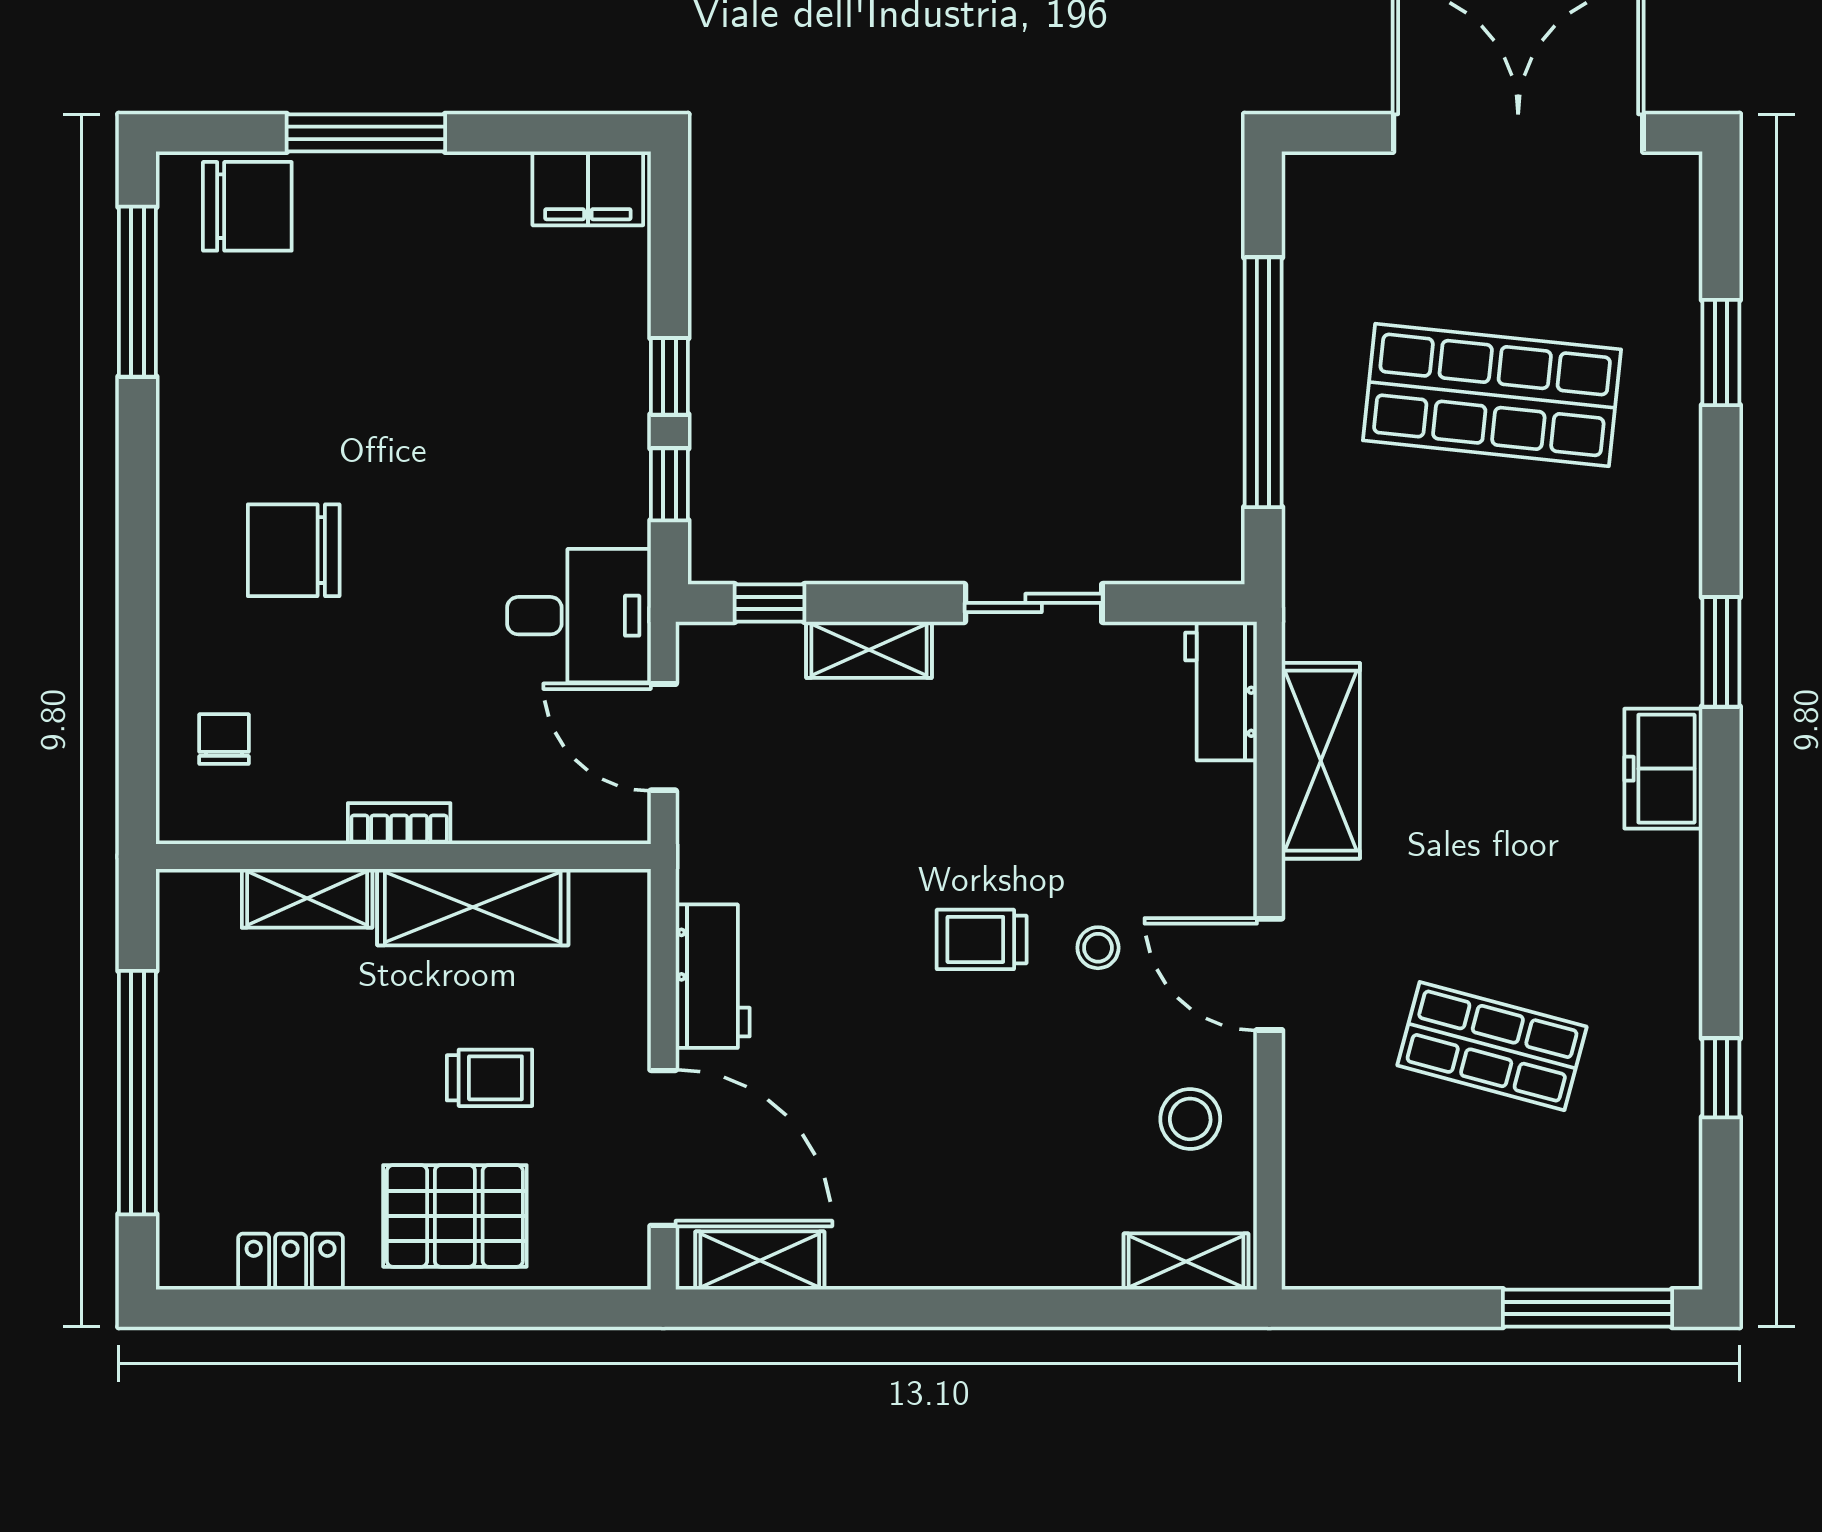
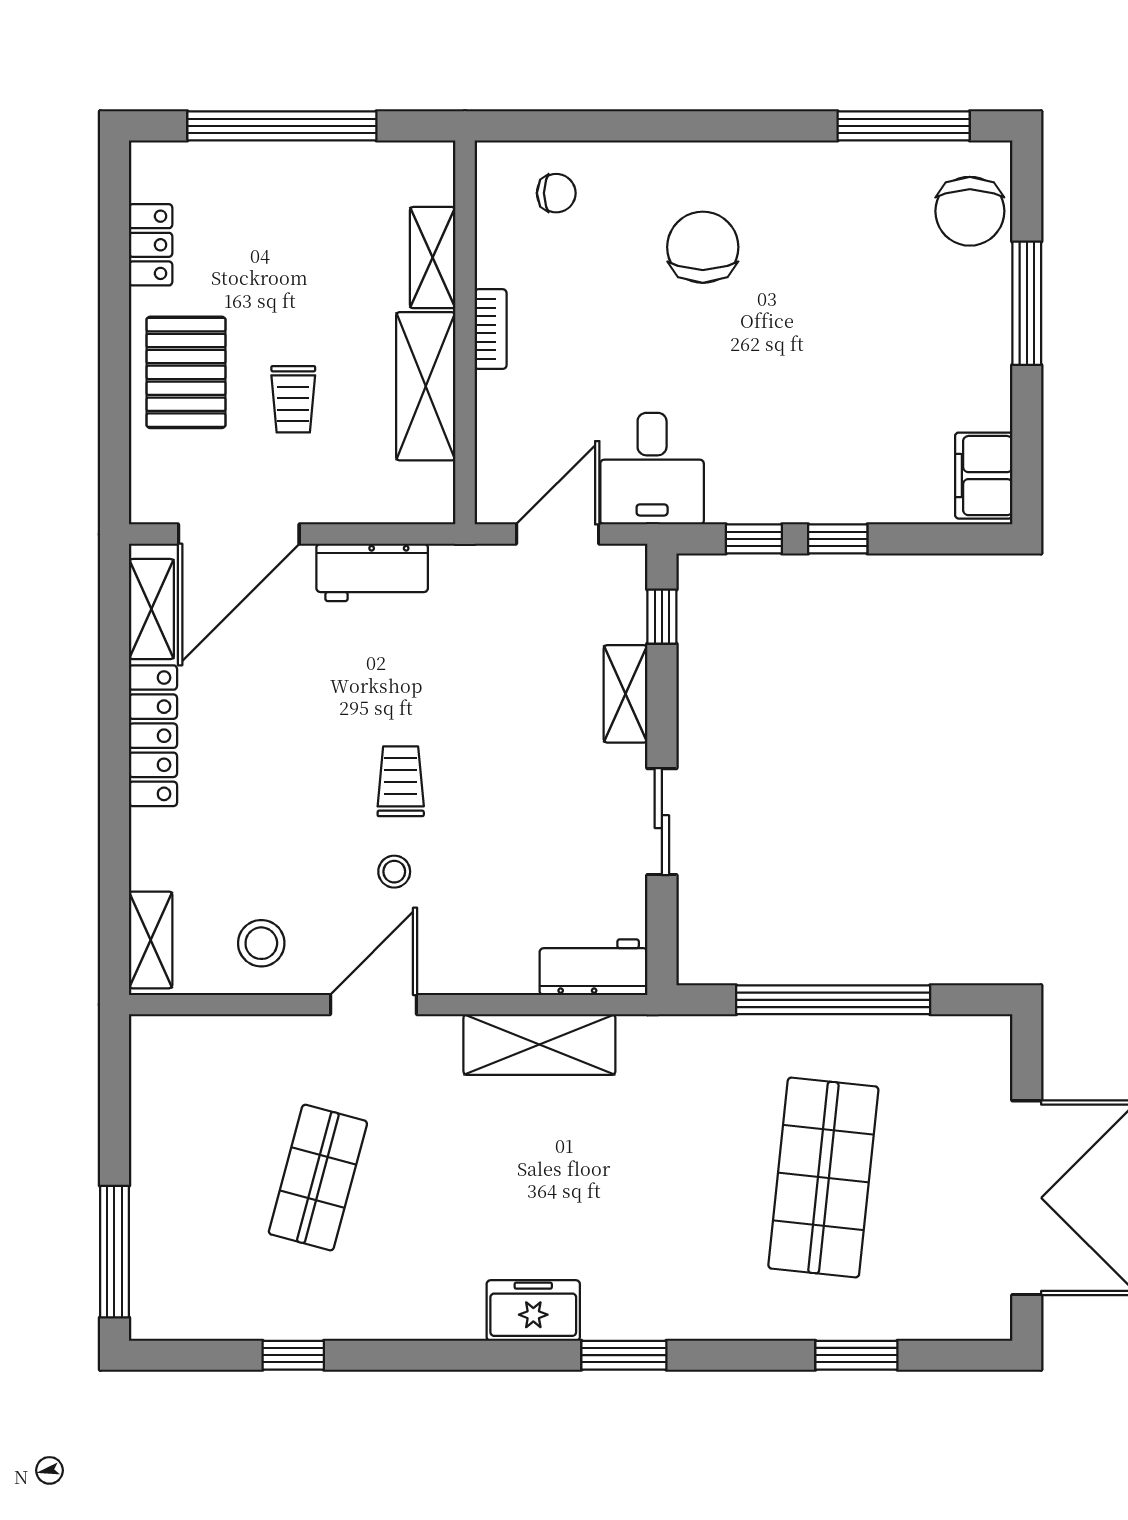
locker: (923, 1259) -> (153, 736), added

